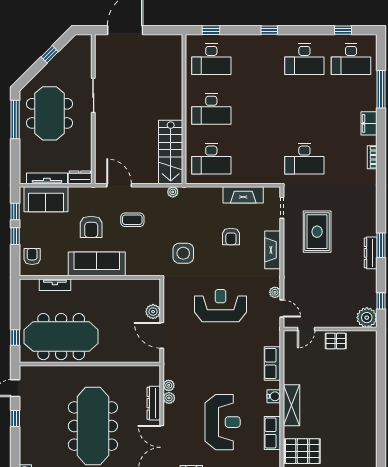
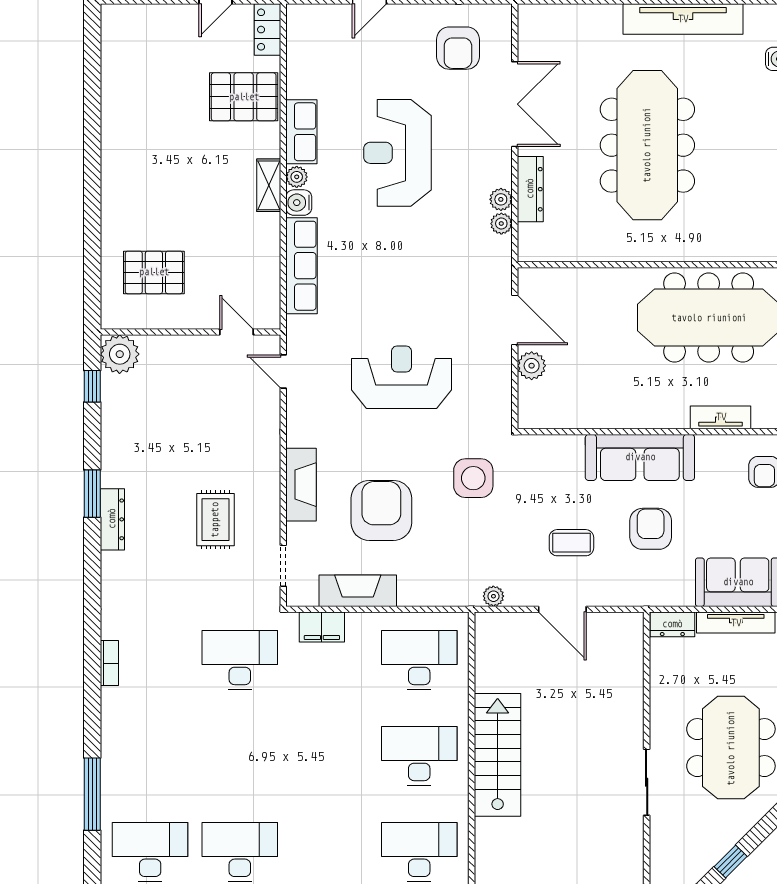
filing cabinet: (369, 123) -> (322, 627), moved, turned 90
stairs: (171, 152) -> (498, 755), moved
door: (119, 185) -> (562, 609), moved
rug: (317, 232) -> (215, 520), width x0.73, depth x0.70
armchair: (231, 236) -> (381, 510), width x1.88, depth x1.88
dresser: (371, 253) -> (112, 519), moved
plant: (275, 292) -> (297, 177), moved
reception desk: (221, 306) -> (401, 377), turned 180
door: (306, 329) -> (237, 332), hinge flipped
pallet: (336, 341) -> (154, 272), moved, width x1.50, depth x1.42
row of seats: (272, 364) -> (302, 266), width x1.48
shelving: (291, 405) -> (269, 185), width x0.67, depth x0.75

